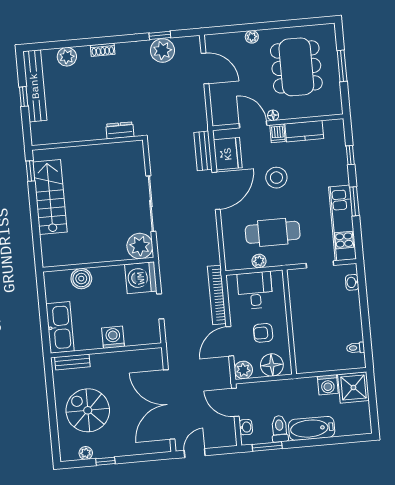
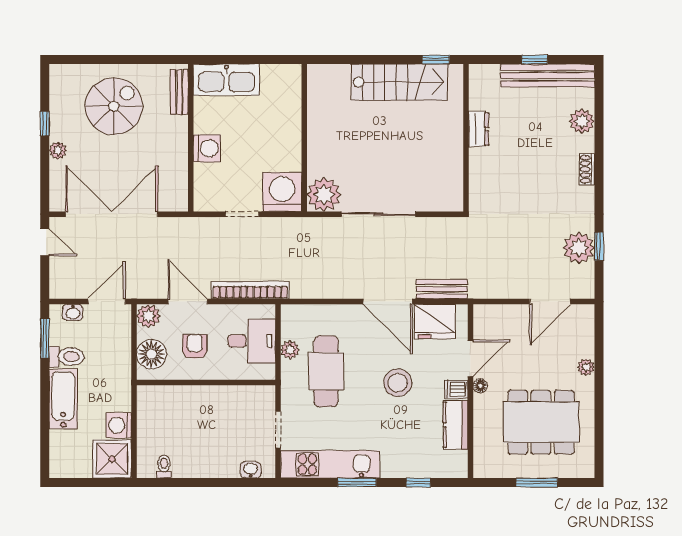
dresser: (120, 130) -> (479, 129), moved
boiler: (81, 279) -> (288, 114), removed
plant: (86, 453) -> (58, 150), moved

